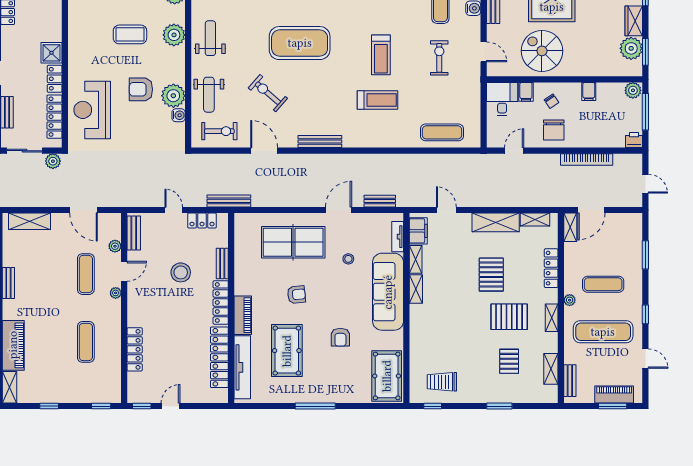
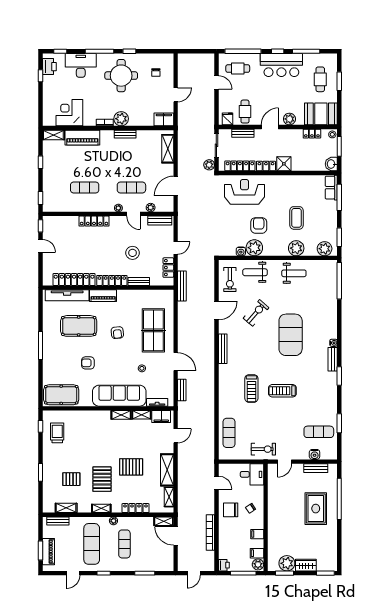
spiral stairs: (542, 51) -> (285, 502), removed
exercise bike: (439, 58) -> (263, 449), moved
filing cabinet: (526, 92) -> (257, 553), moved
locker: (135, 349) -> (94, 221), moved

